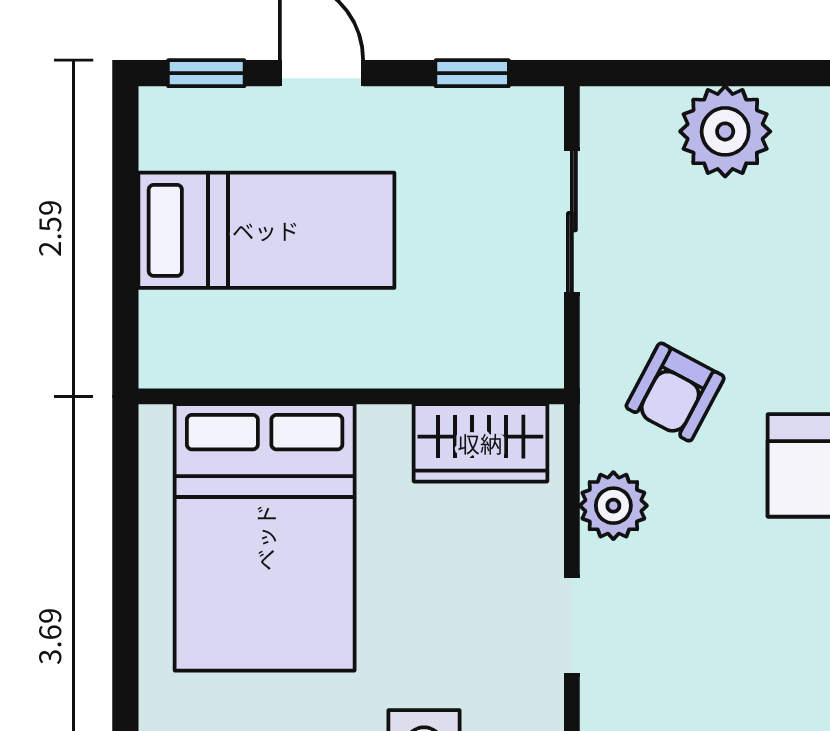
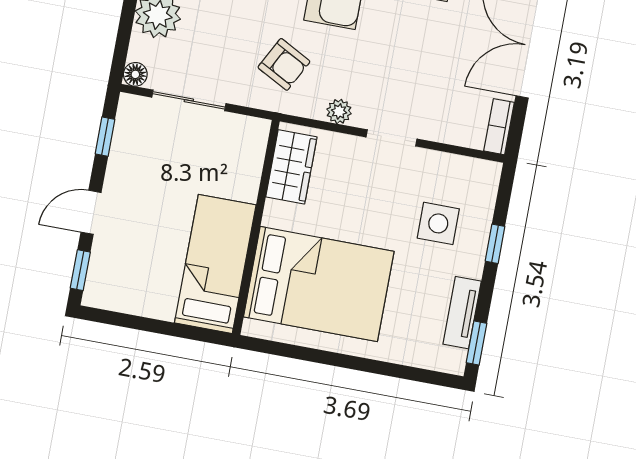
floor lamp: (603, 109) -> (135, 74), added
bed: (266, 230) -> (215, 264), moved
plant: (613, 506) -> (339, 111), width x0.73, depth x0.73

